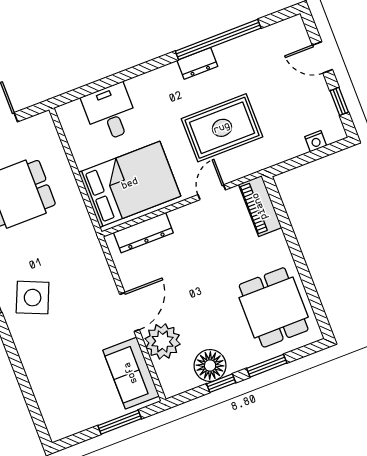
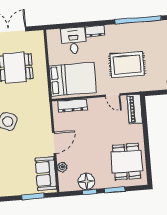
dresser: (197, 63) -> (95, 31), moved
door: (212, 192) -> (113, 95), swing flipped
plant: (163, 341) -> (62, 167), width x0.53, depth x0.53

